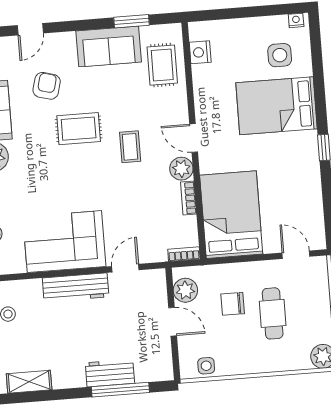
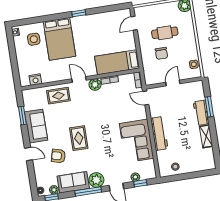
door: (30, 29) -> (28, 154), moved
rug: (162, 65) -> (58, 96), moved
door: (194, 138) -> (79, 80), swing flipped
coffee table: (130, 147) -> (86, 111), removed
bed: (231, 215) -> (117, 62), width x0.67
door: (125, 268) -> (146, 98), moved
plant: (185, 290) -> (156, 78), removed
shelving: (29, 382) -> (206, 136), moved
window: (120, 390) -> (209, 107), width x0.69

